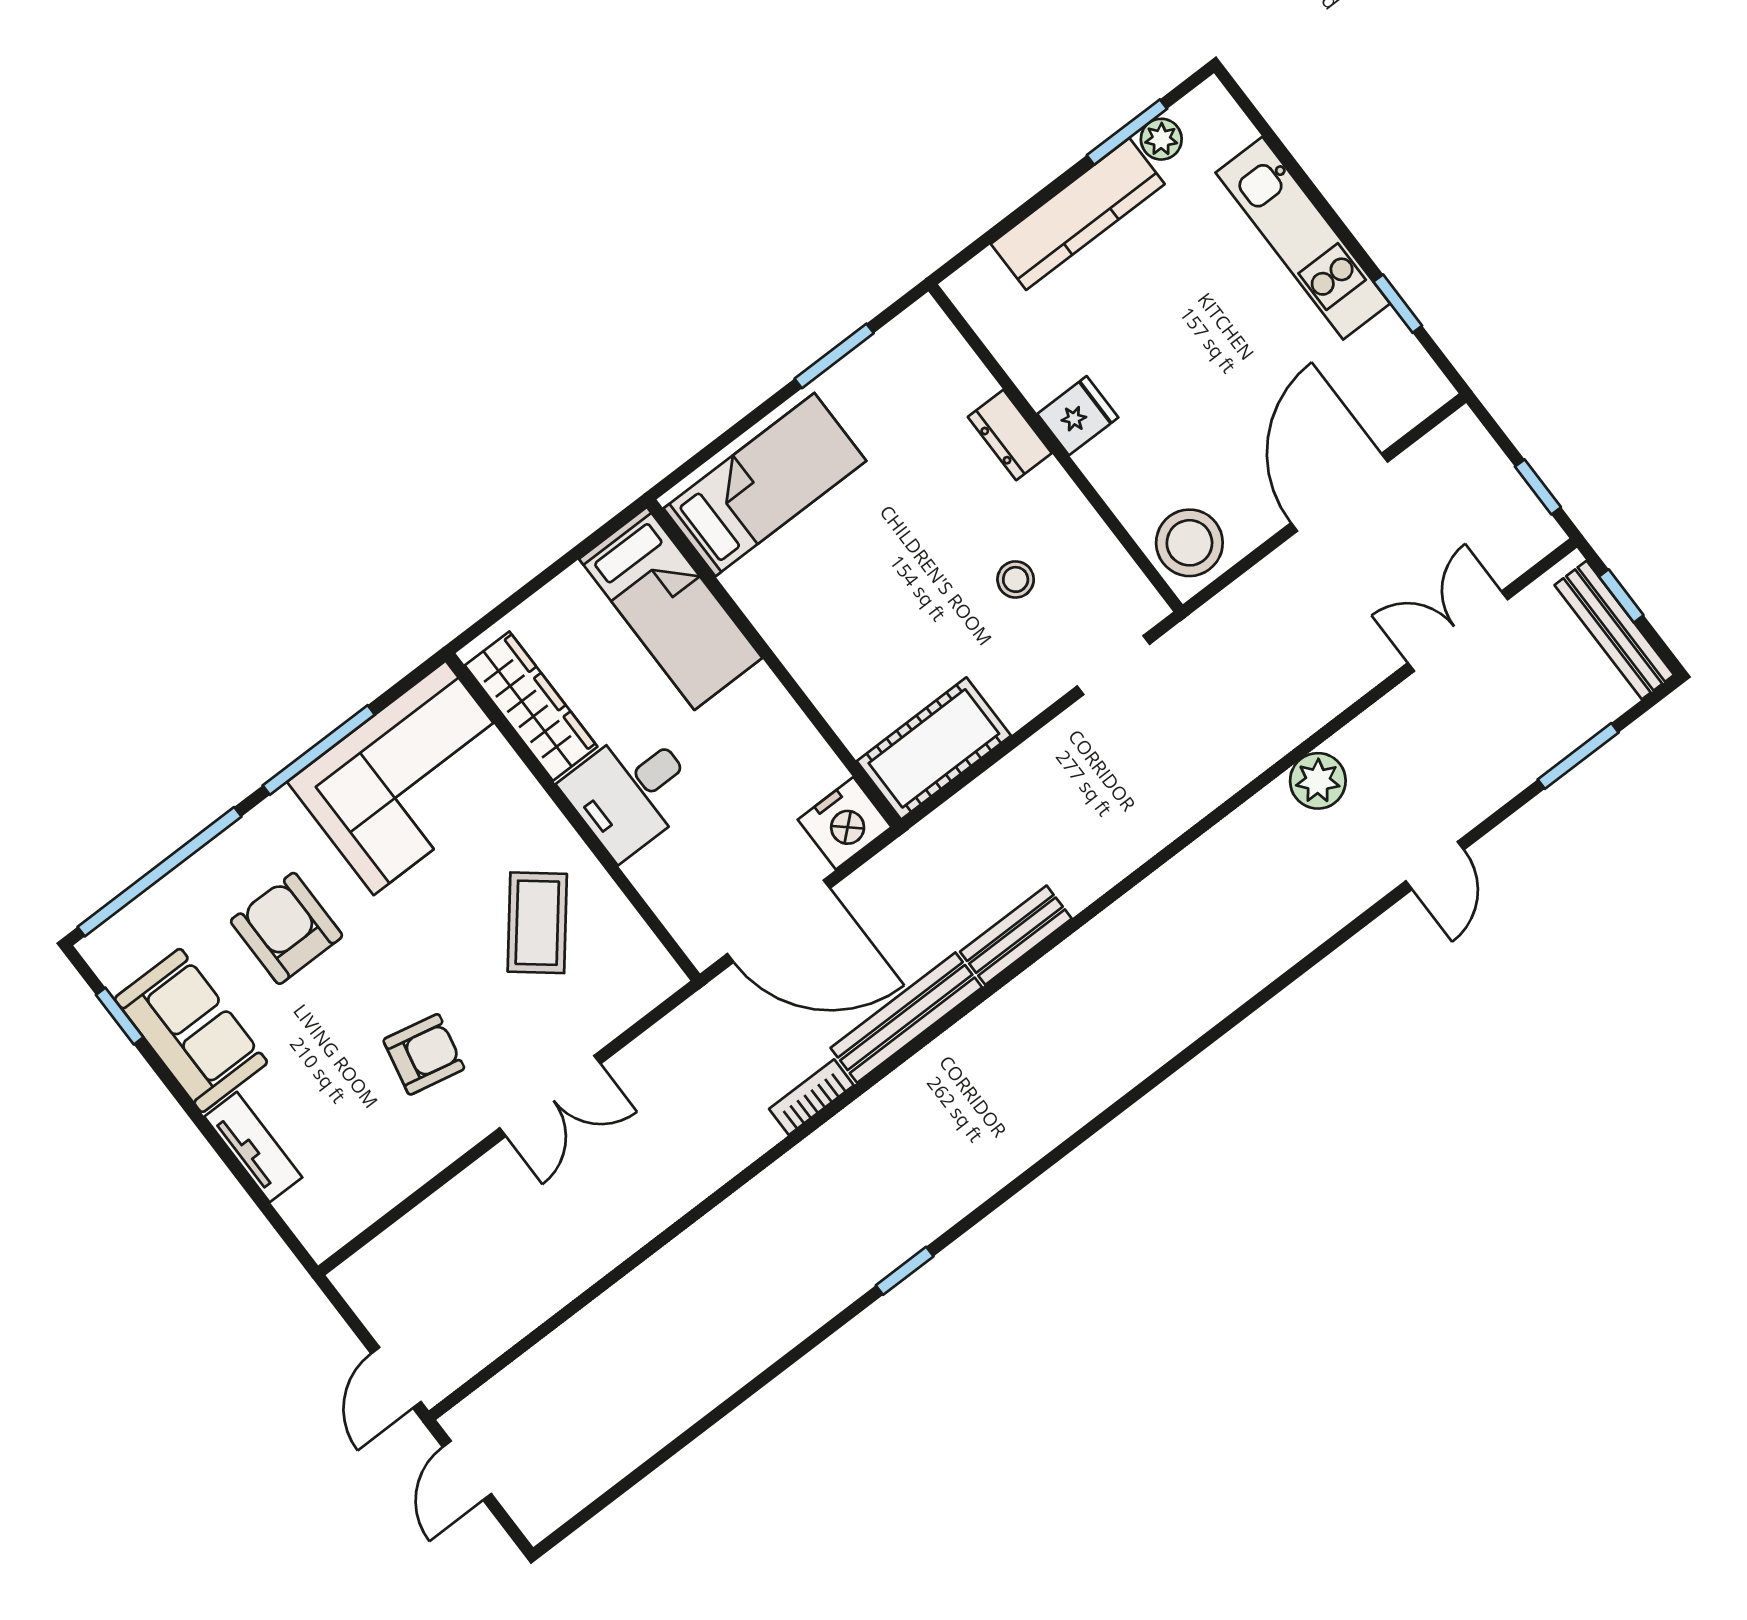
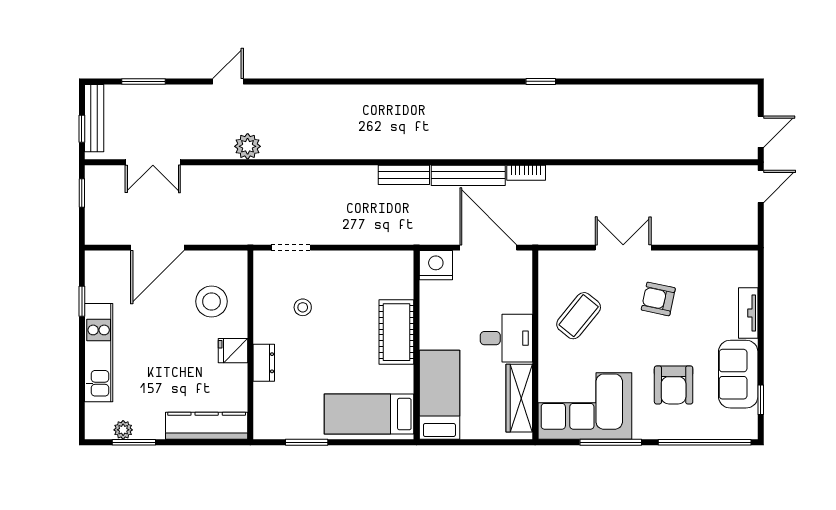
kitchen counter: (1078, 214) -> (207, 426), moved
stool: (1189, 543) -> (212, 301), moved
cot: (934, 748) -> (396, 332), moved, turned 90

